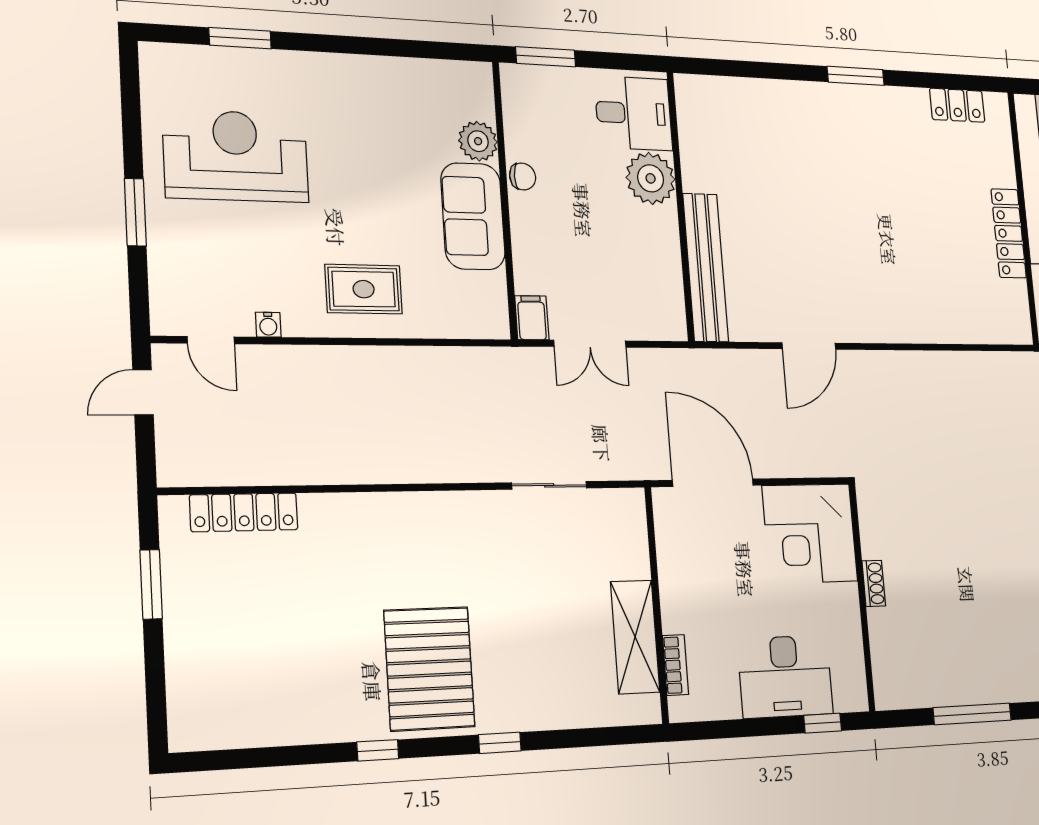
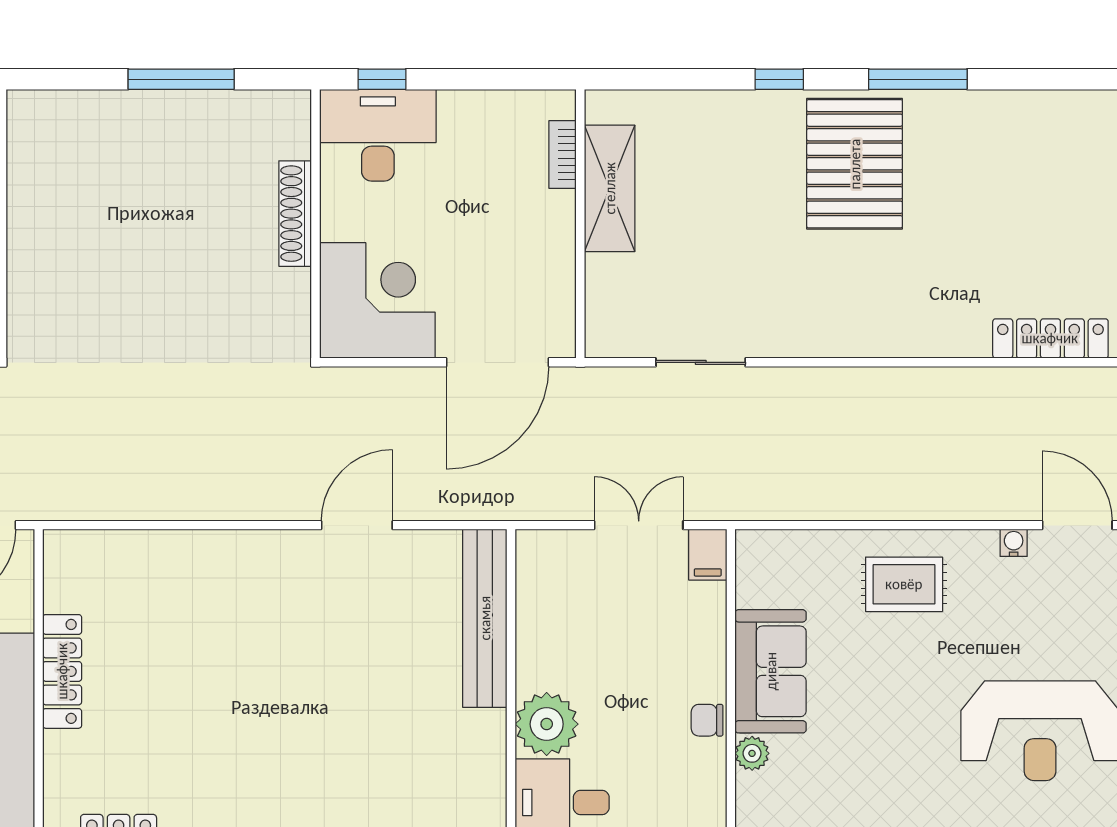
plant: (478, 141) -> (752, 753), width x0.73, depth x0.73
door: (211, 340) -> (1077, 525), width x1.37
door: (713, 483) -> (497, 362), hinge flipped
shoe rack: (874, 583) -> (295, 214), width x1.94, depth x1.24
desk: (785, 676) -> (378, 135), moved
window: (378, 750) -> (918, 79), width x2.17

